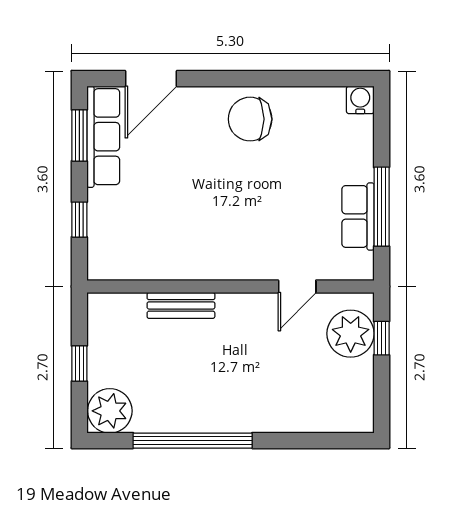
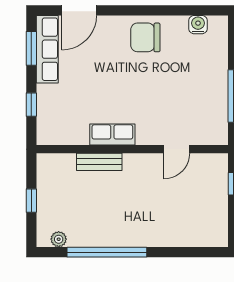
water cooler: (360, 100) -> (198, 25), moved
row of seats: (358, 216) -> (112, 135), moved, turned 90
plant: (351, 334) -> (212, 181), removed
plant: (110, 411) -> (59, 239), width x0.53, depth x0.53

